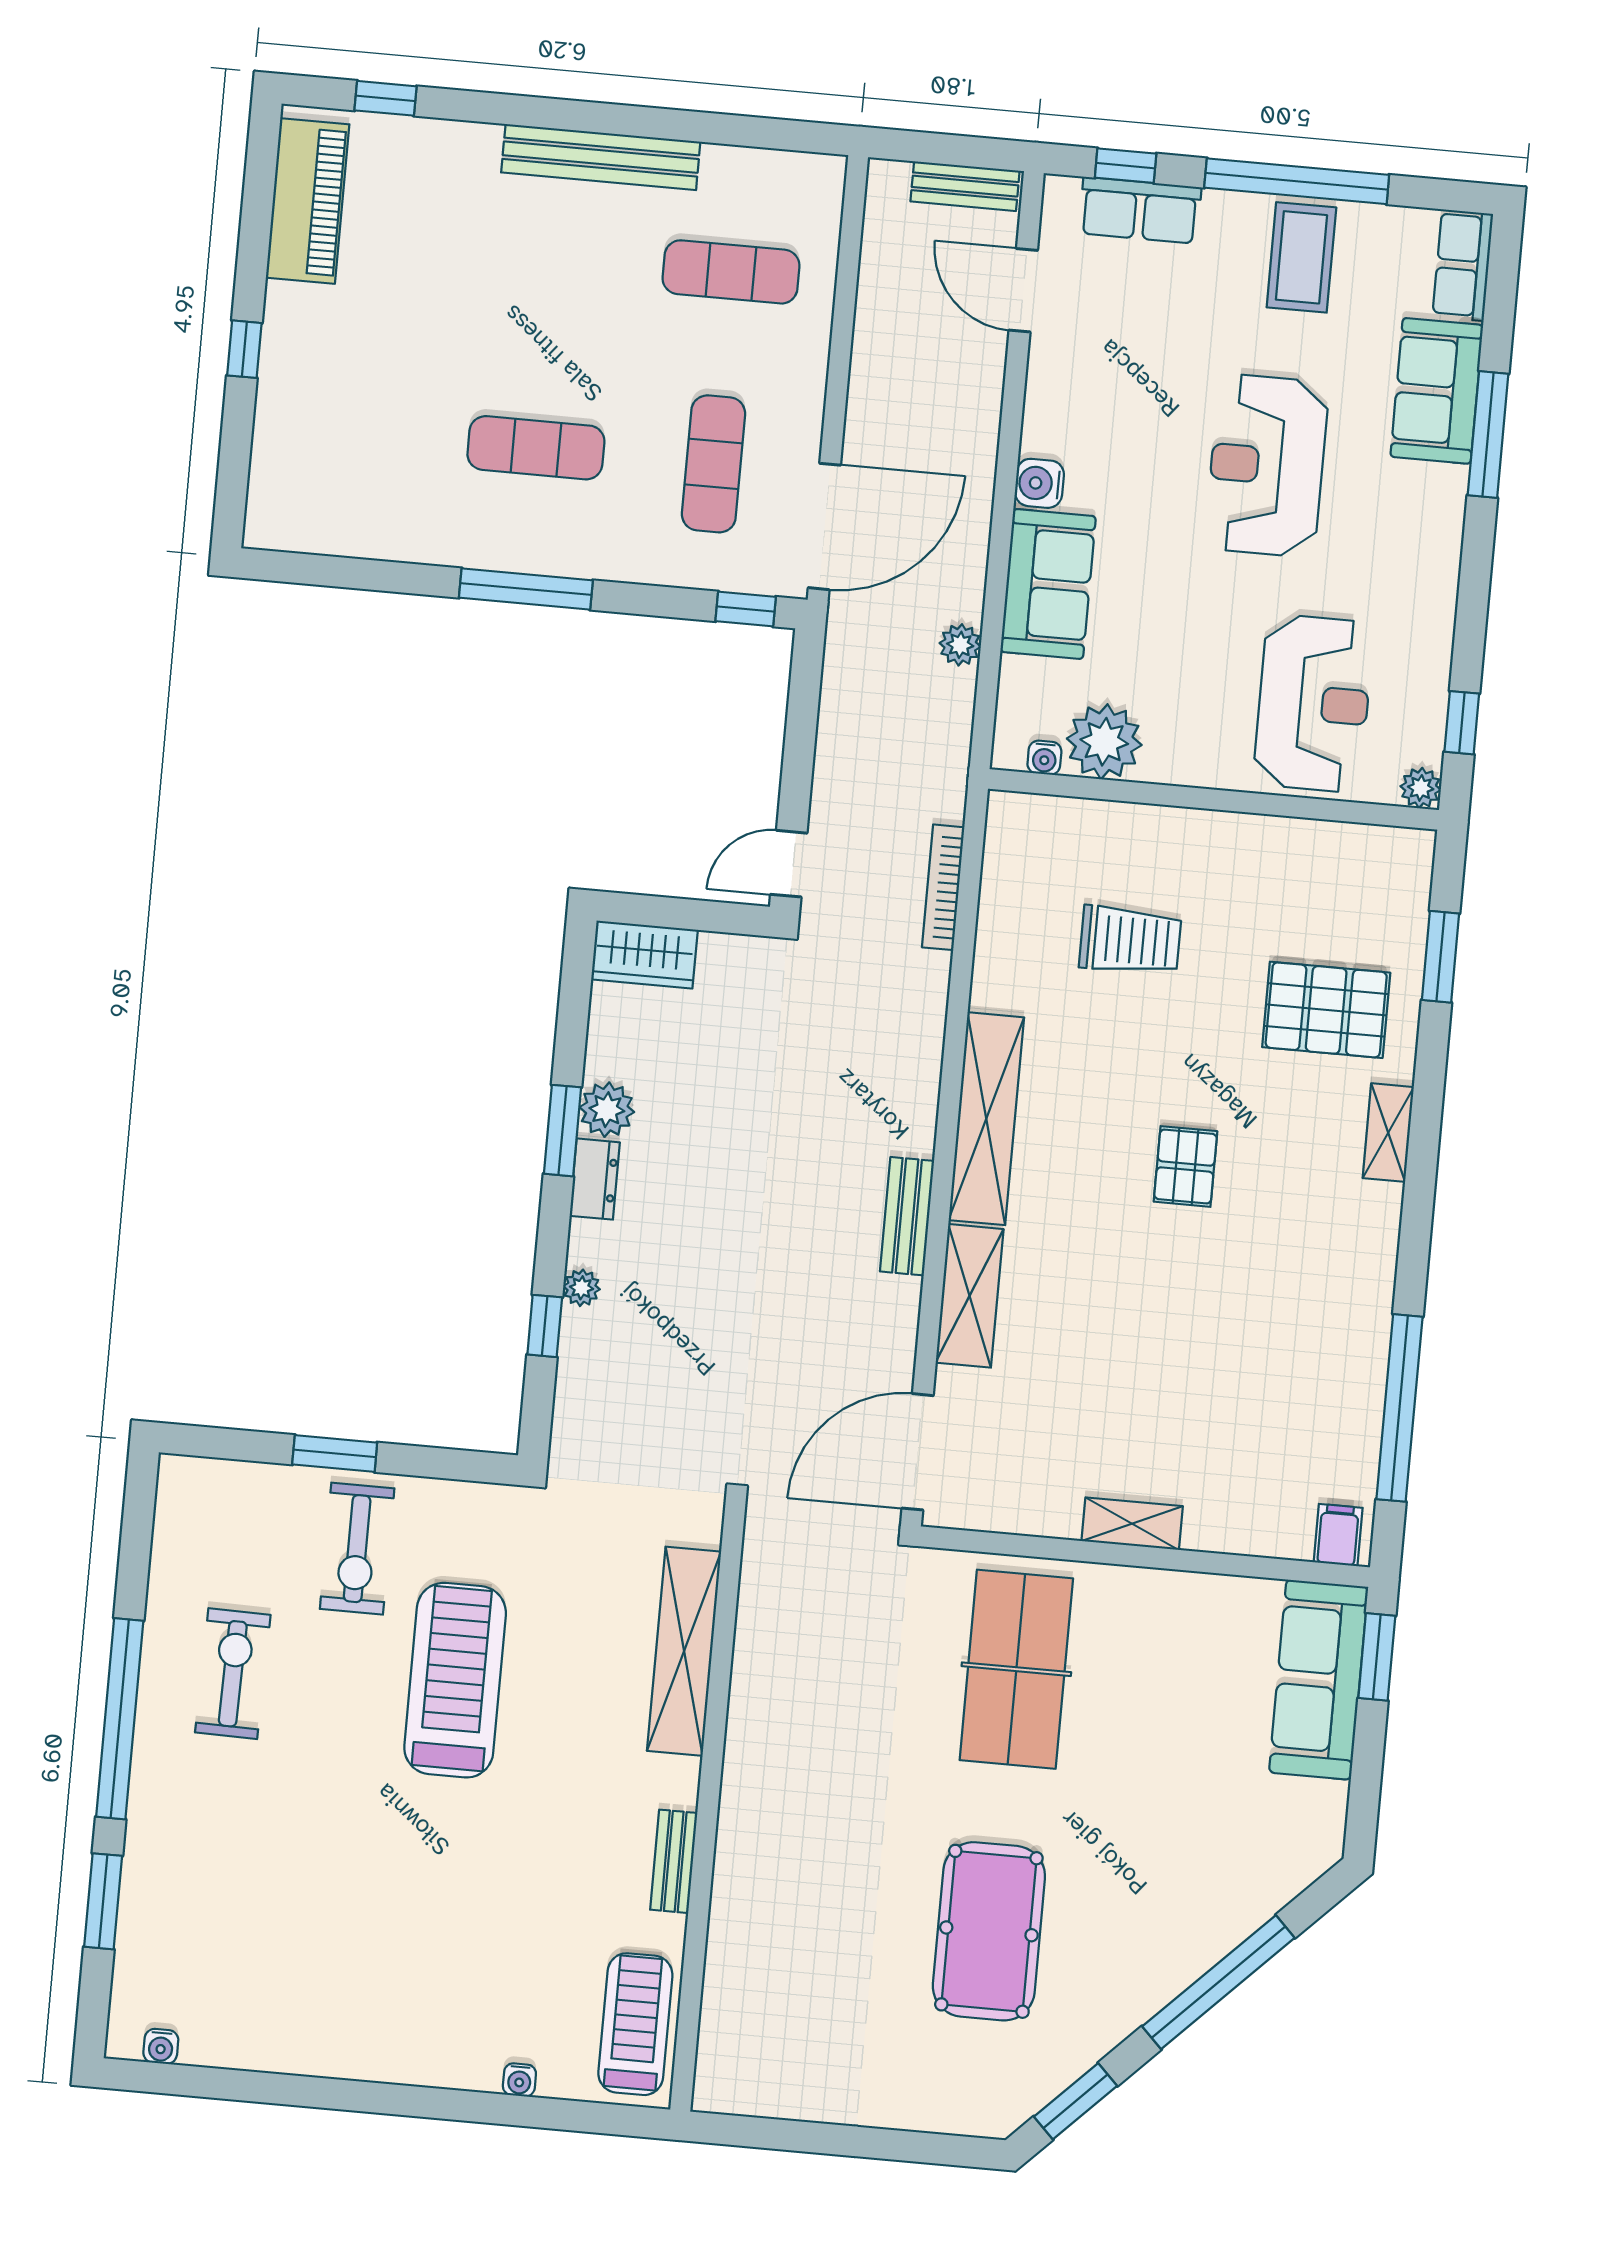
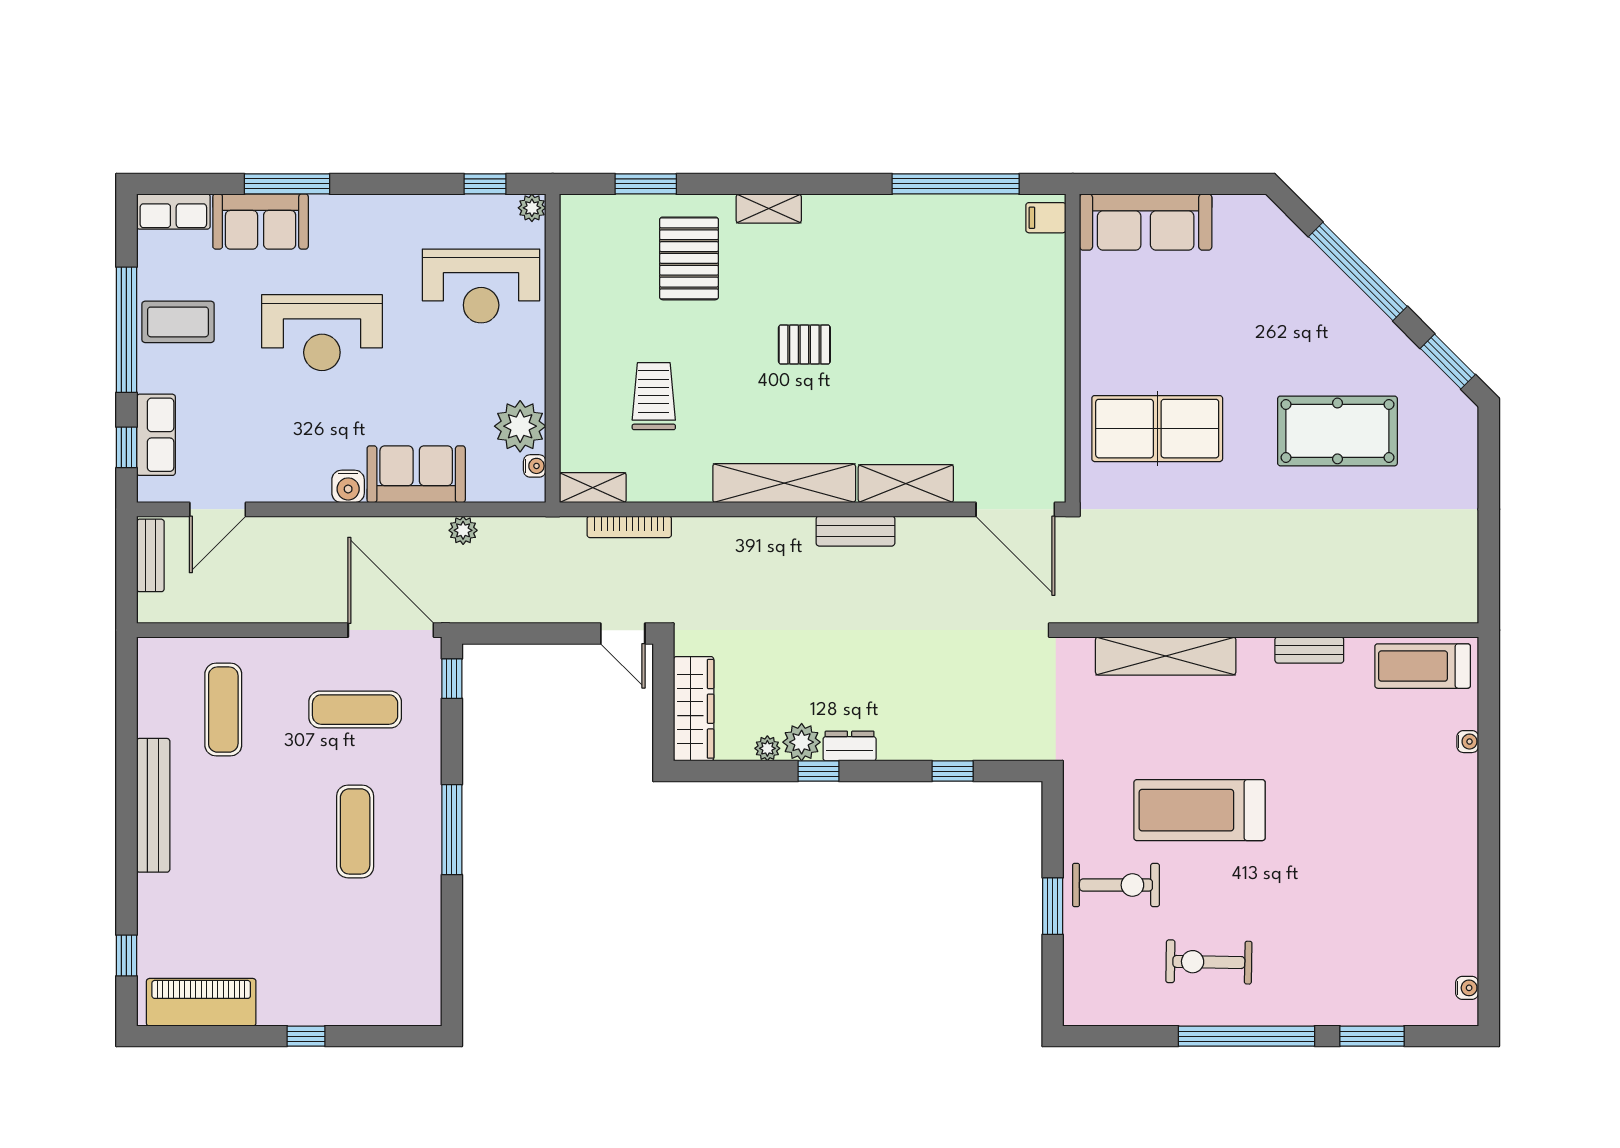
reception desk: (1314, 703) -> (481, 286), turned 180
wardrobe: (644, 955) -> (694, 709), width x1.50
window: (562, 1131) -> (819, 771), width x0.67
plant: (581, 1288) -> (767, 748), moved
shelving: (1132, 1524) -> (593, 488), moved, turned 90
window: (1377, 1657) -> (1127, 184), removed

